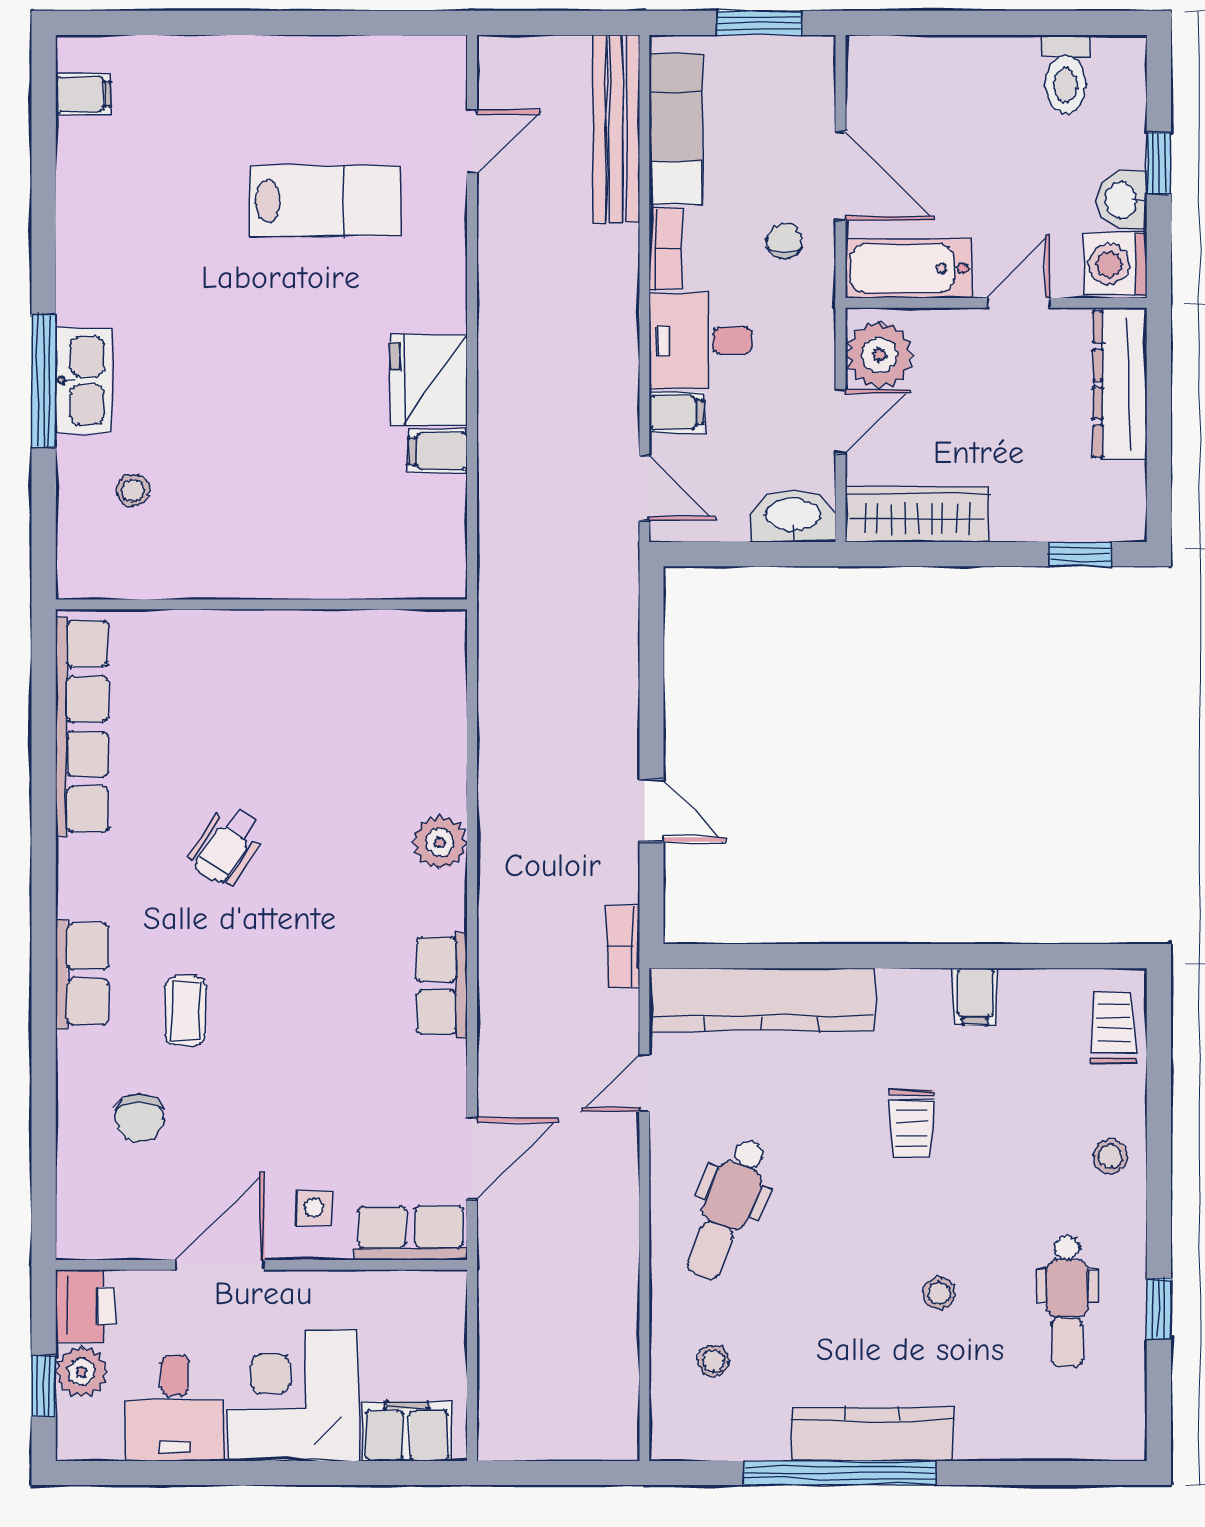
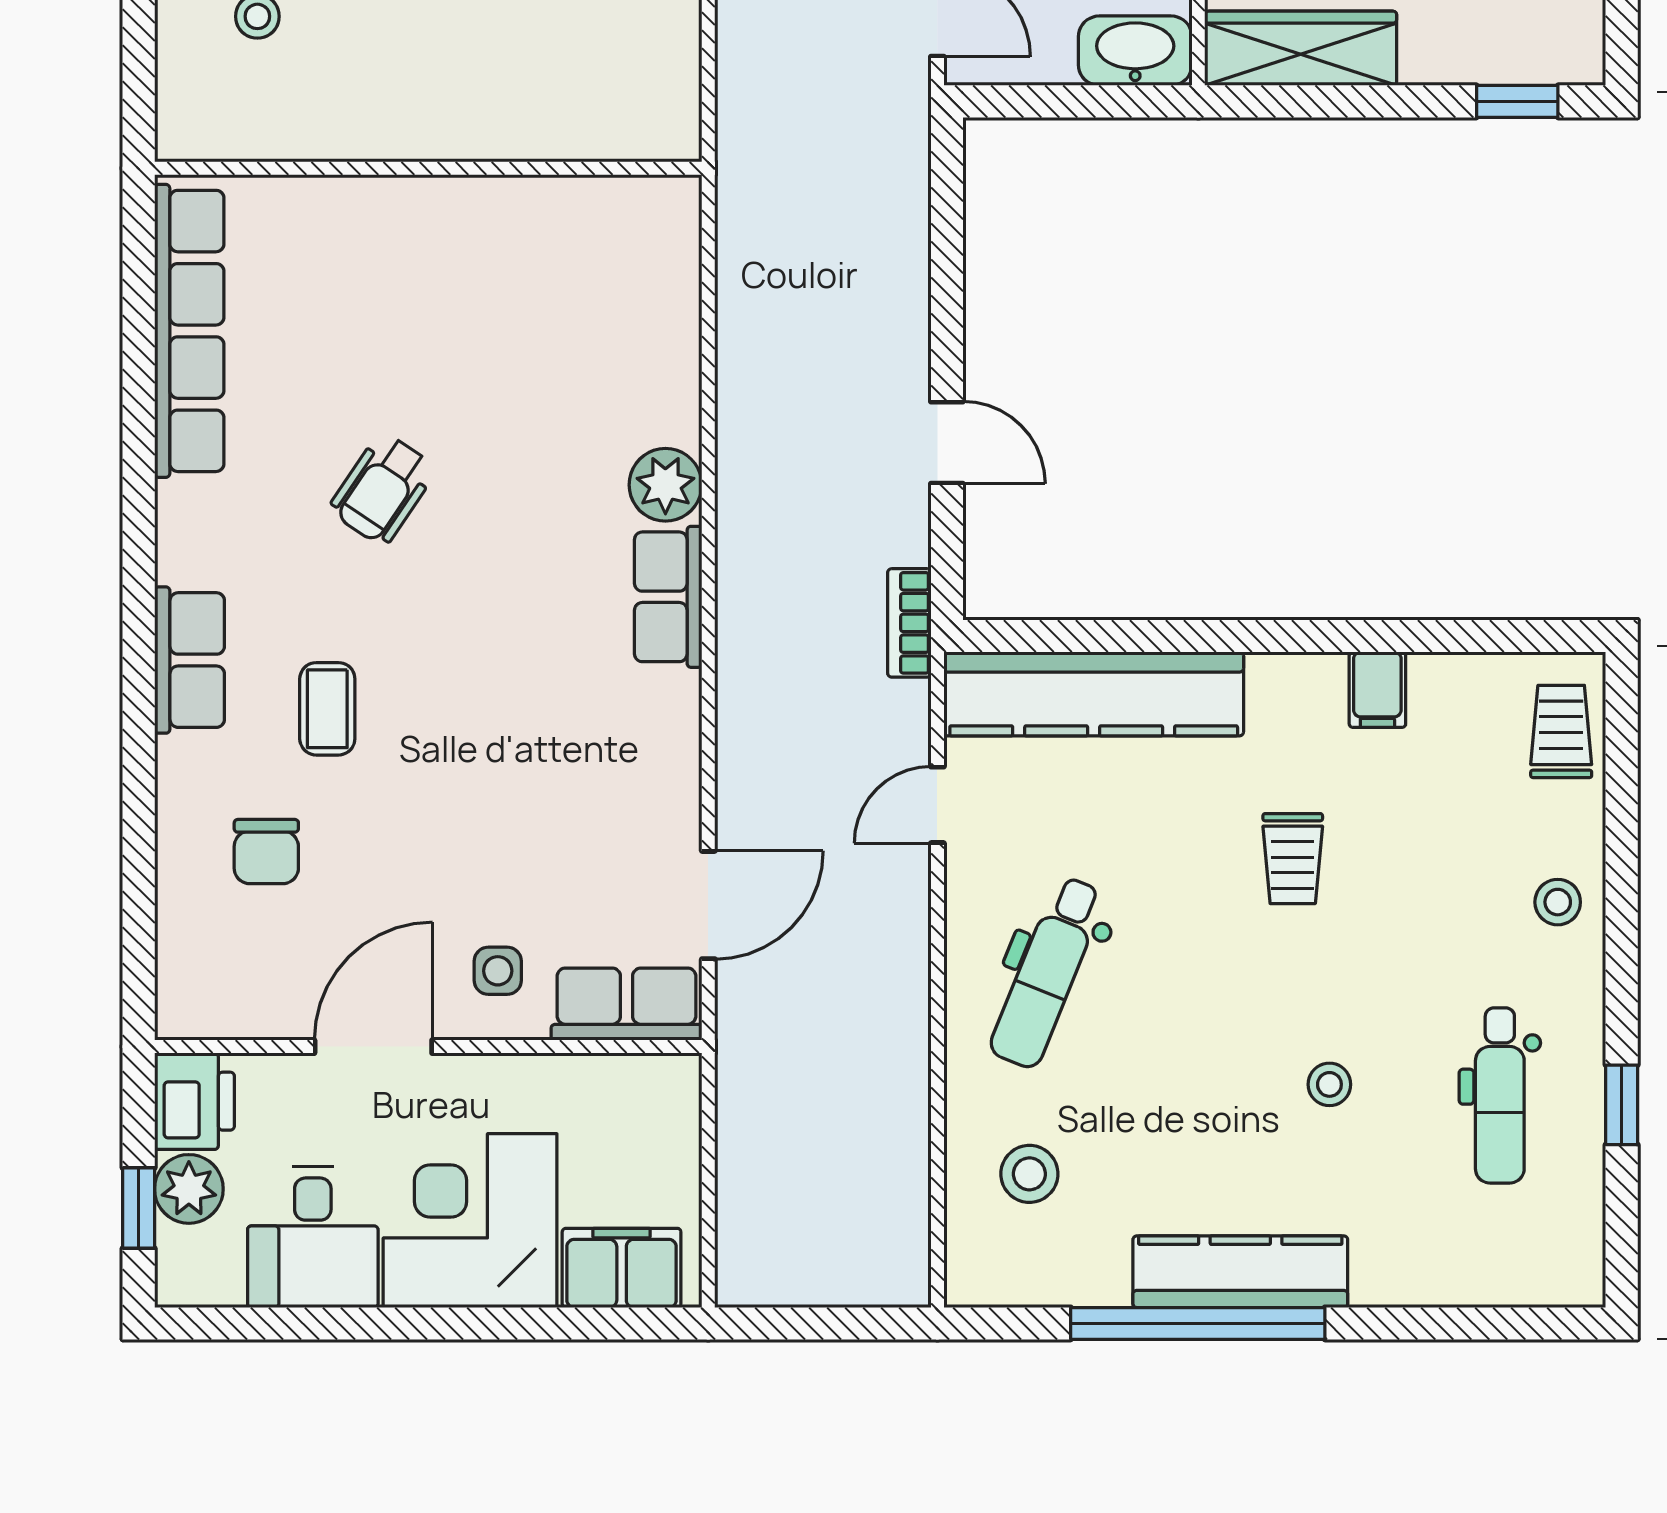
row of seats: (442, 986) -> (668, 597), moved
stool: (713, 1361) -> (1029, 1174), width x1.37, depth x1.37

